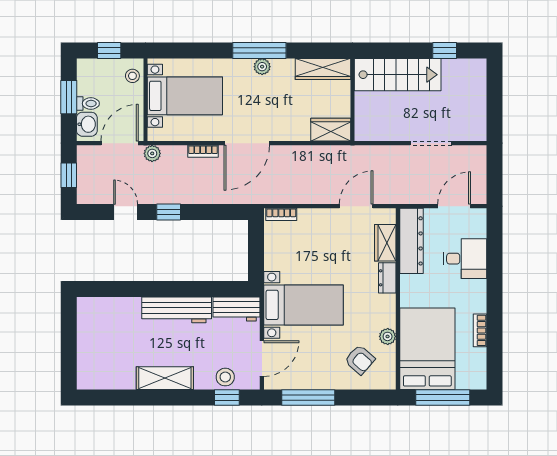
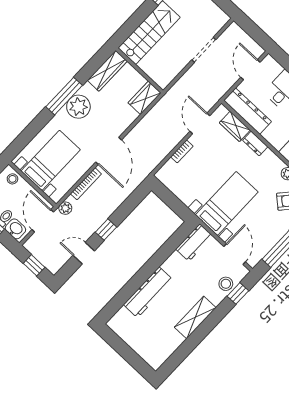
plant: (262, 67) -> (78, 107), width x1.88, depth x1.88
bookcase: (203, 151) -> (86, 184), width x1.56
bookcase: (281, 214) -> (182, 151), moved
workbench: (177, 310) -> (148, 292), moved

